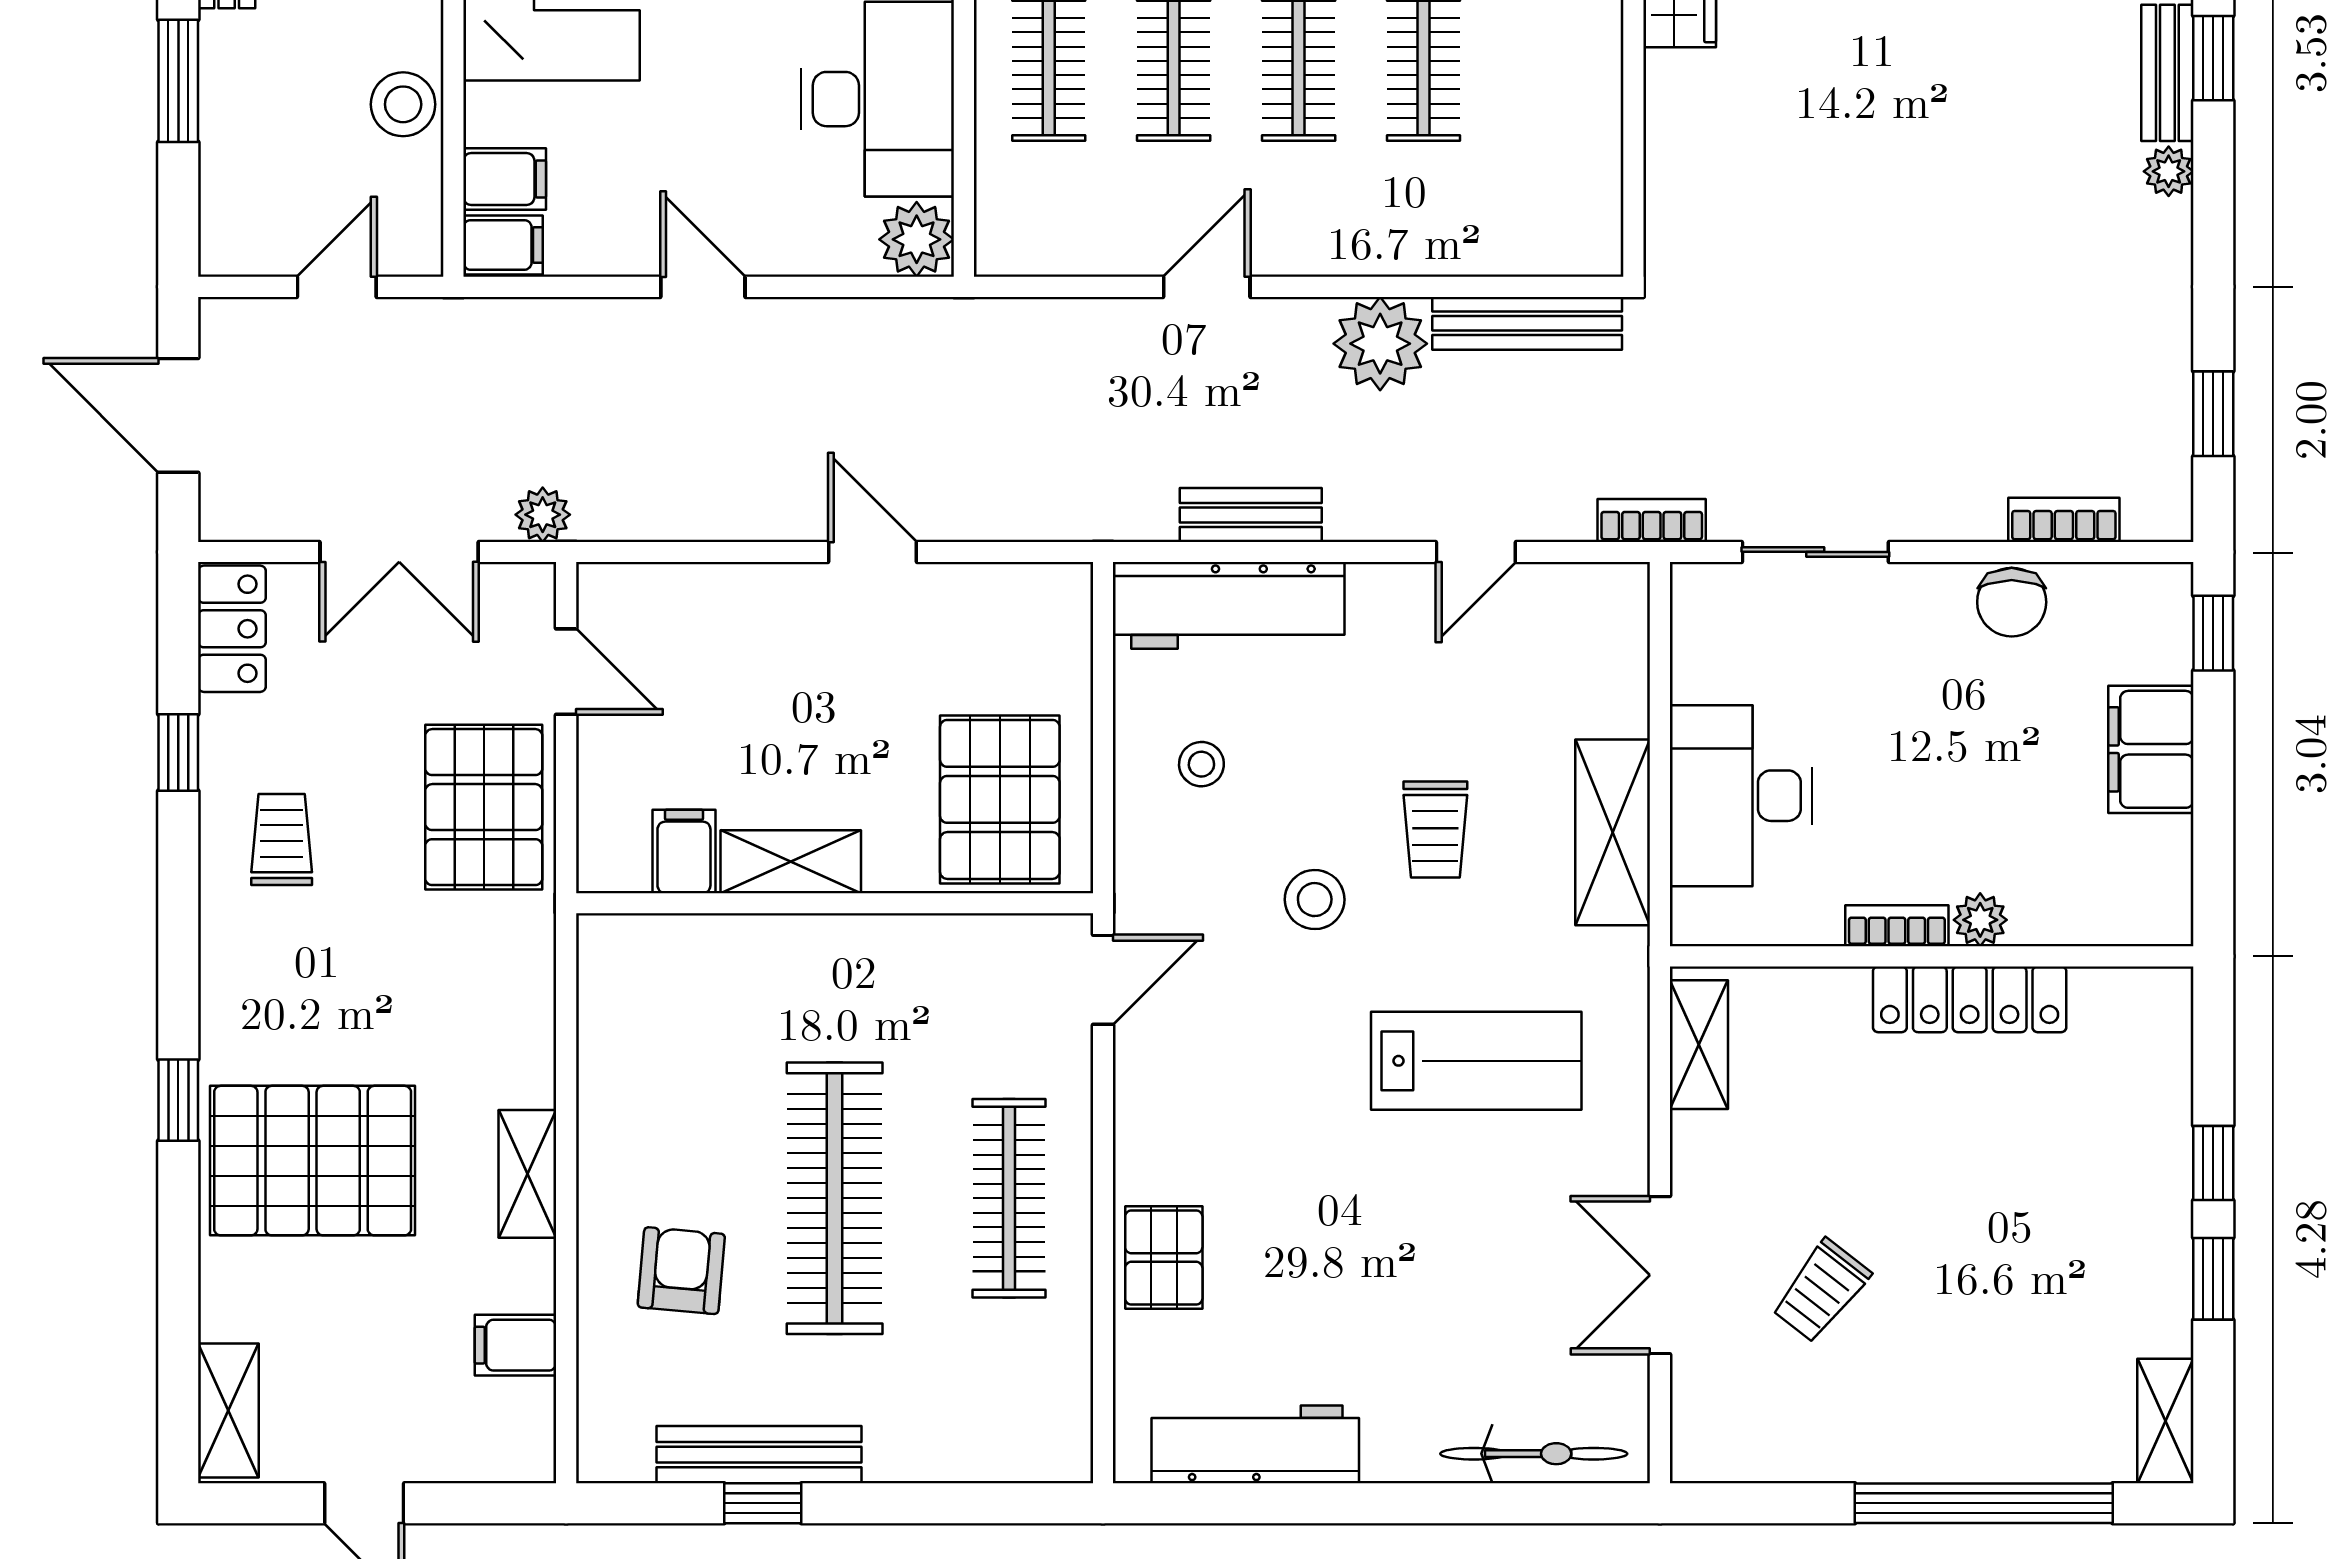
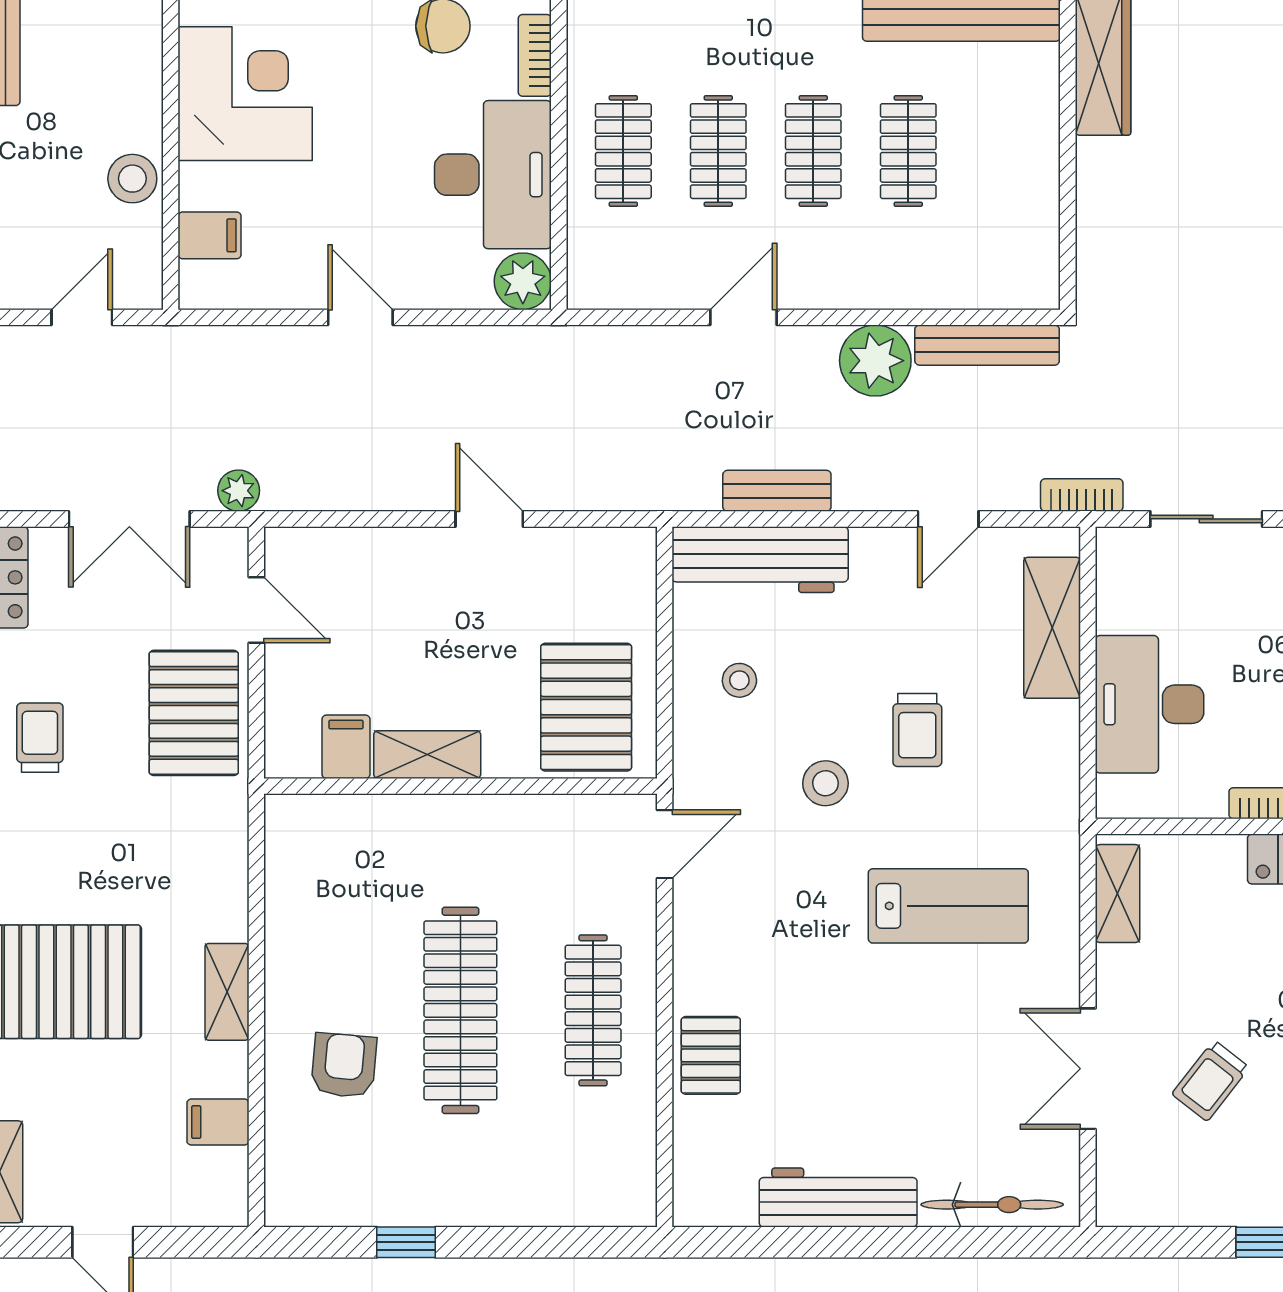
filing cabinet: (503, 245) -> (208, 286), removed
shelving: (1613, 832) -> (1052, 628), moved
workbench: (1255, 1444) -> (838, 1197), moved
bench: (759, 1455) -> (403, 1205), removed

